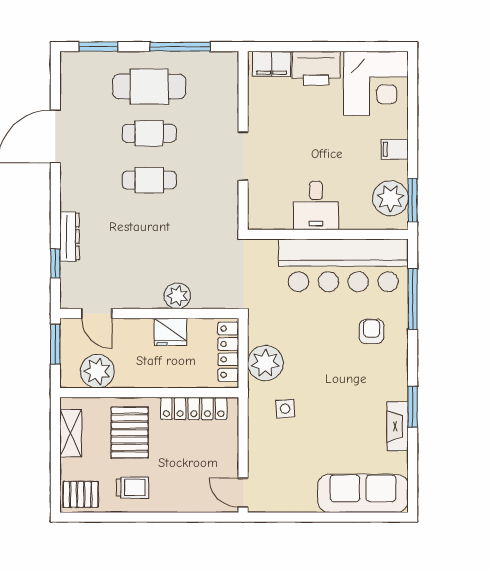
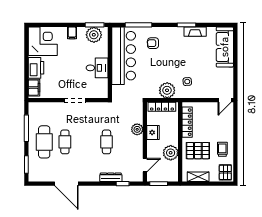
cafe table: (149, 180) -> (106, 142), moved
plant: (97, 371) -> (171, 153), moved

